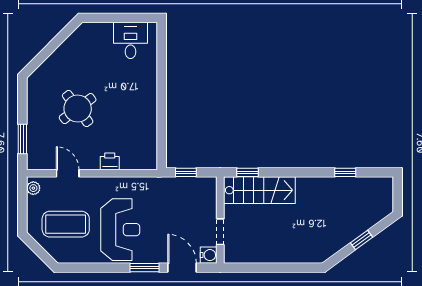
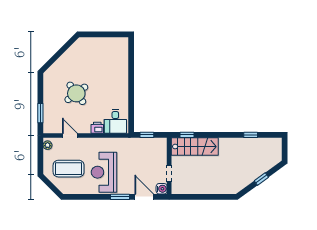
desk: (130, 40) -> (115, 121), moved, turned 180
reception desk: (120, 230) -> (104, 172), turned 180

